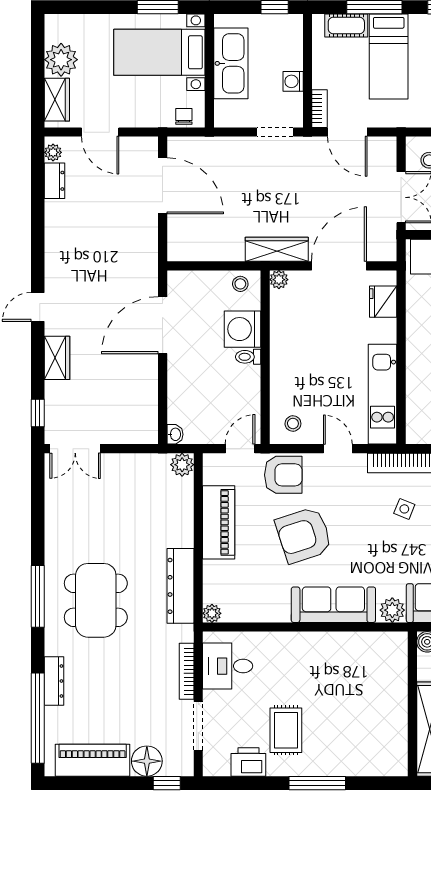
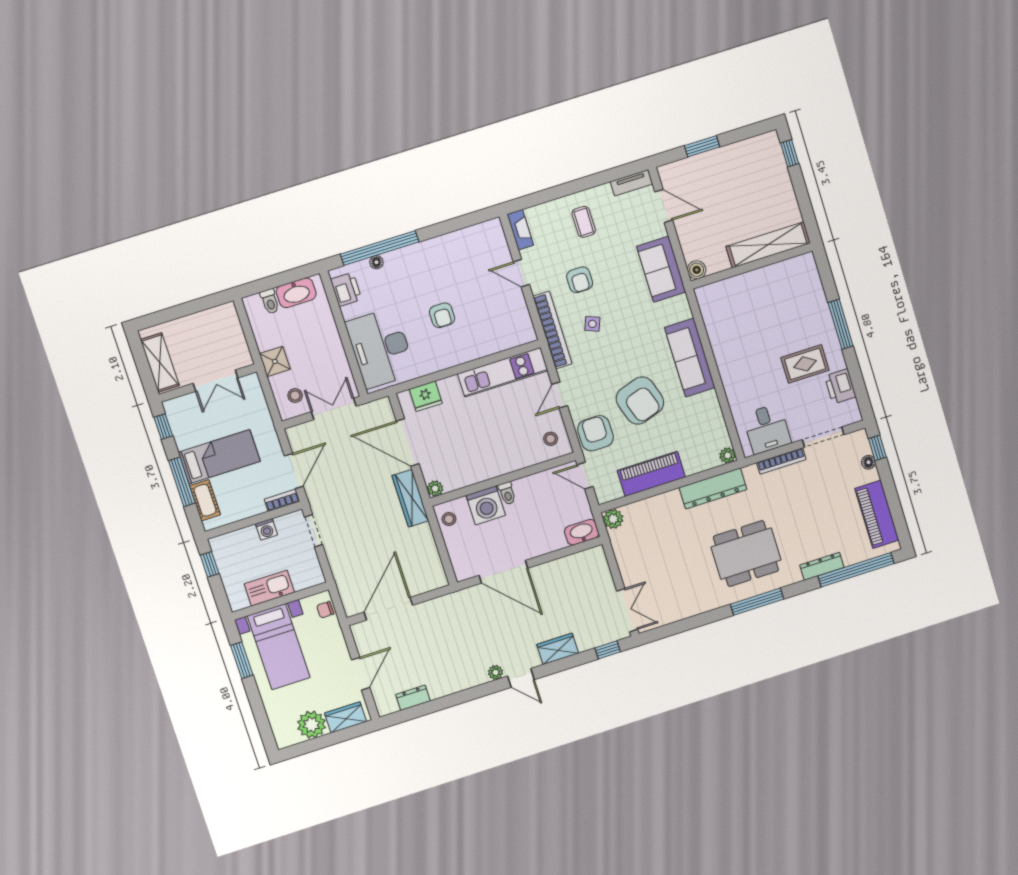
kitchen sink: (231, 63) -> (269, 588), width x0.73, depth x0.81
plant: (53, 152) -> (495, 672), moved
washbasin: (175, 434) -> (582, 532), width x1.91, depth x1.45
plant: (392, 610) -> (679, 307), removed
floor lamp: (147, 761) -> (868, 462), width x0.53, depth x0.53

